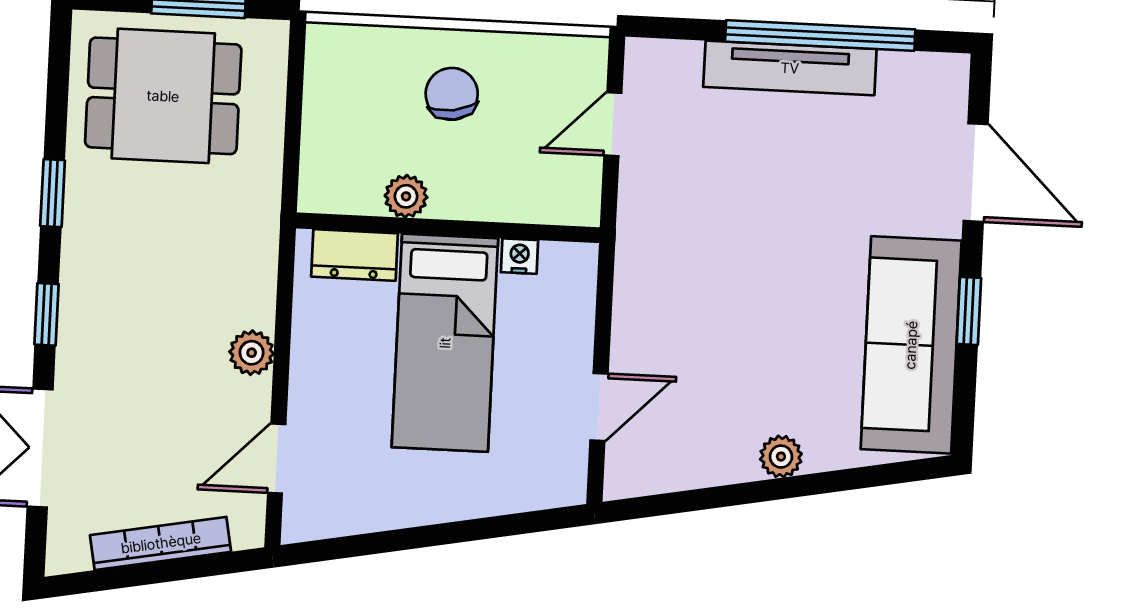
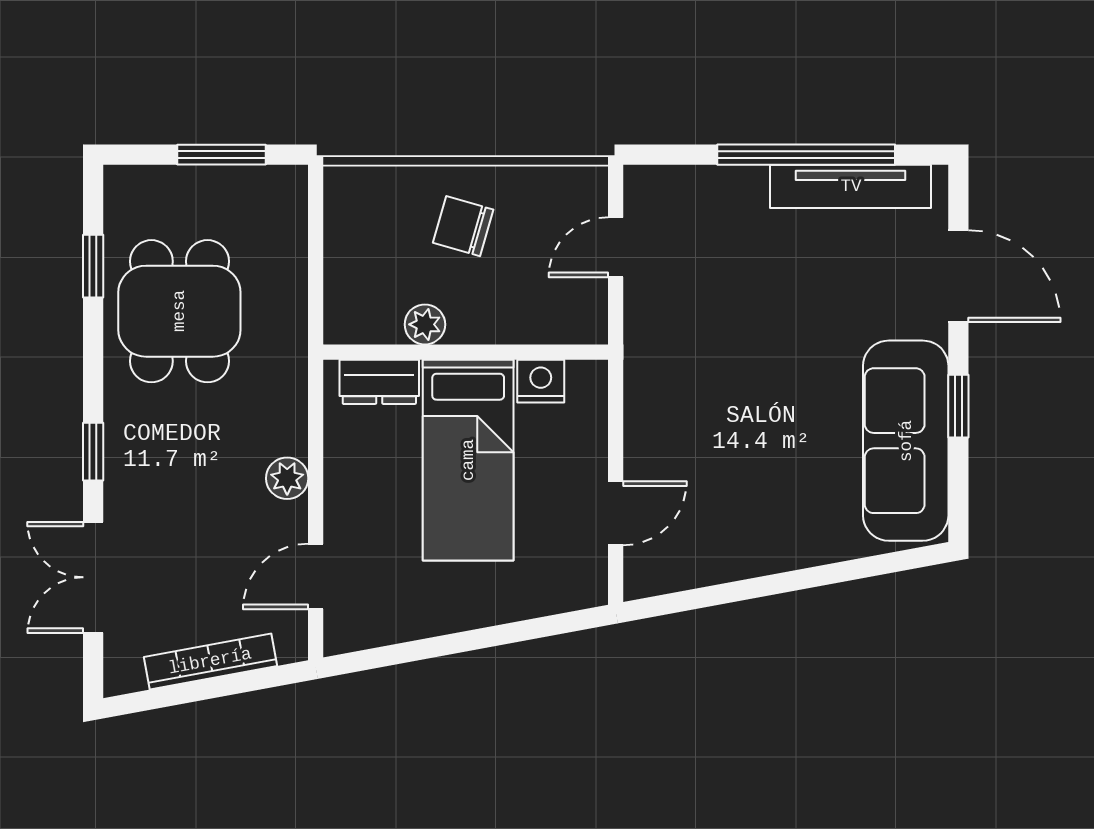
tv unit: (790, 68) -> (851, 186), moved
chair: (452, 94) -> (463, 226), turned -65
dining table: (163, 96) -> (179, 311), moved, turned 90
window: (53, 193) -> (93, 266), moved
nightstand: (520, 256) -> (541, 381), width x1.39, depth x1.35
plant: (781, 457) -> (789, 551), removed

